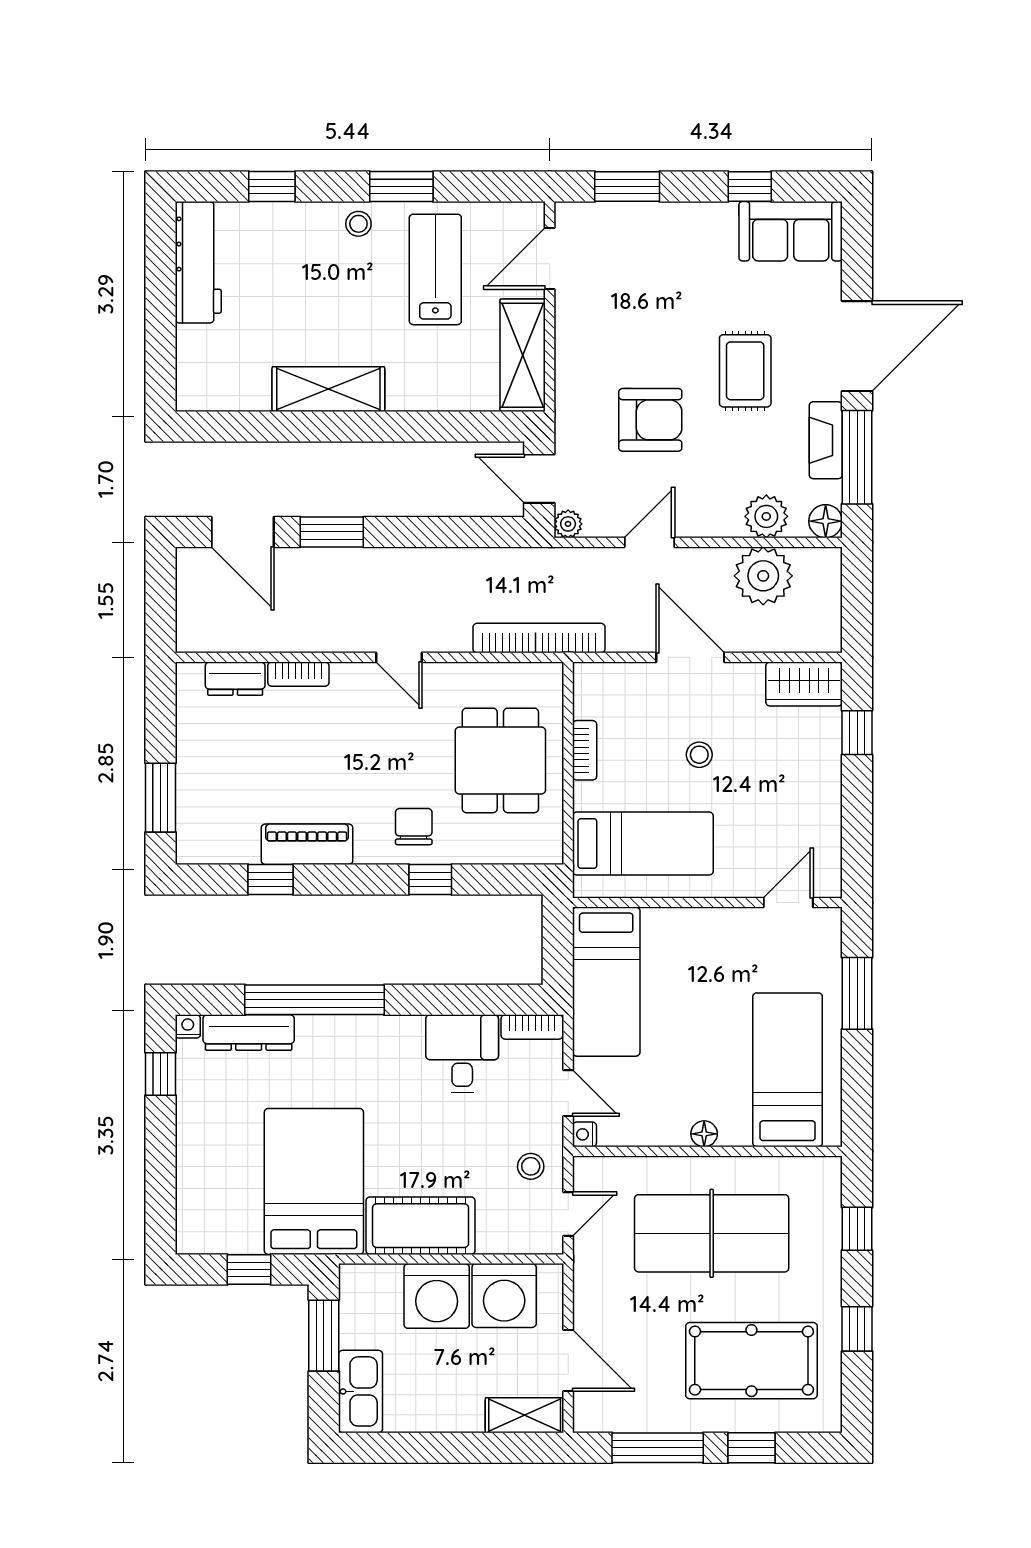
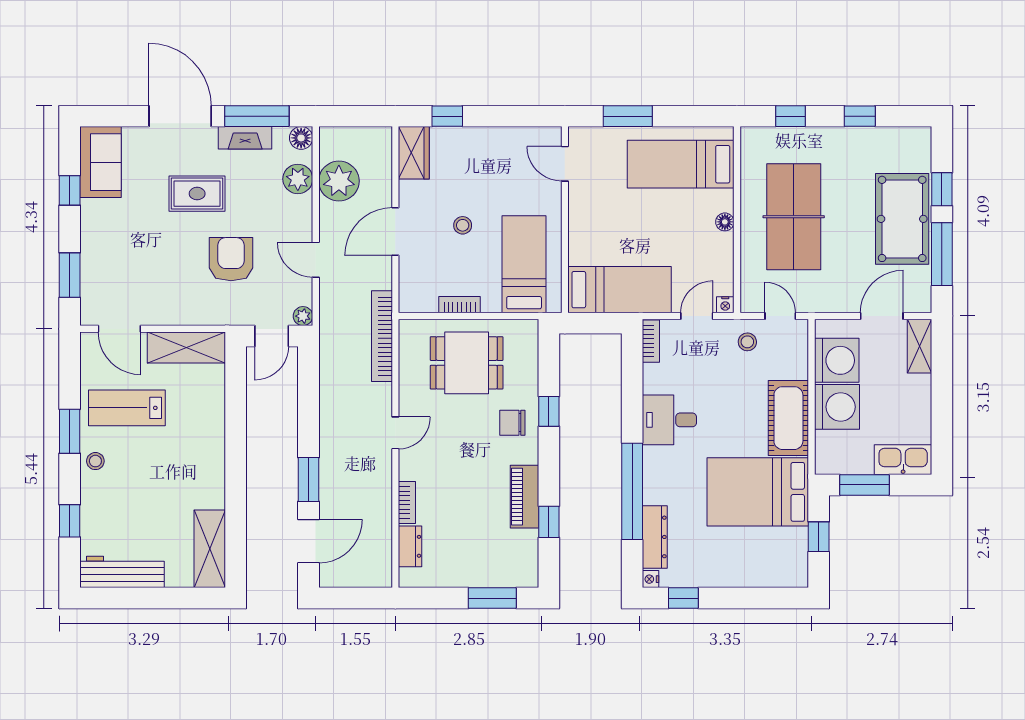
shelving: (328, 389) -> (210, 549), moved
desk: (462, 1054) -> (669, 420), moved
pool table: (751, 1361) -> (902, 219), moved

